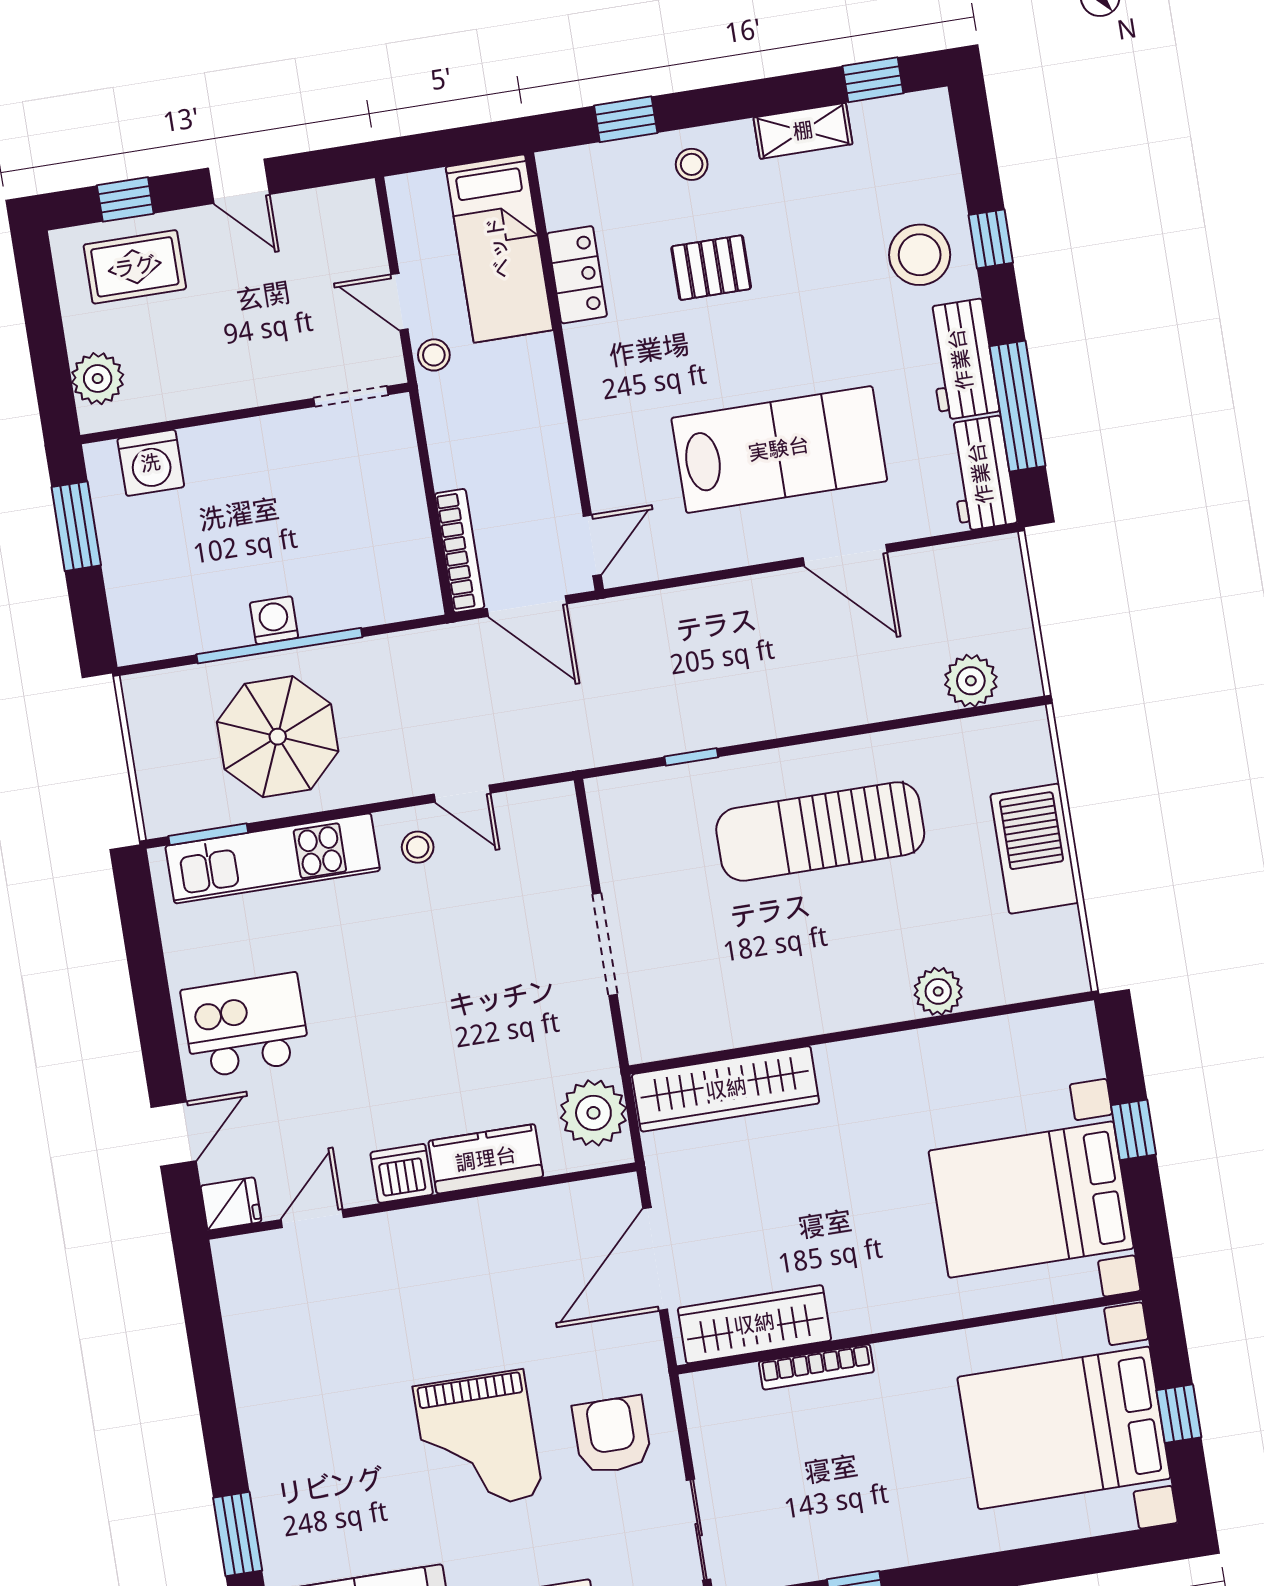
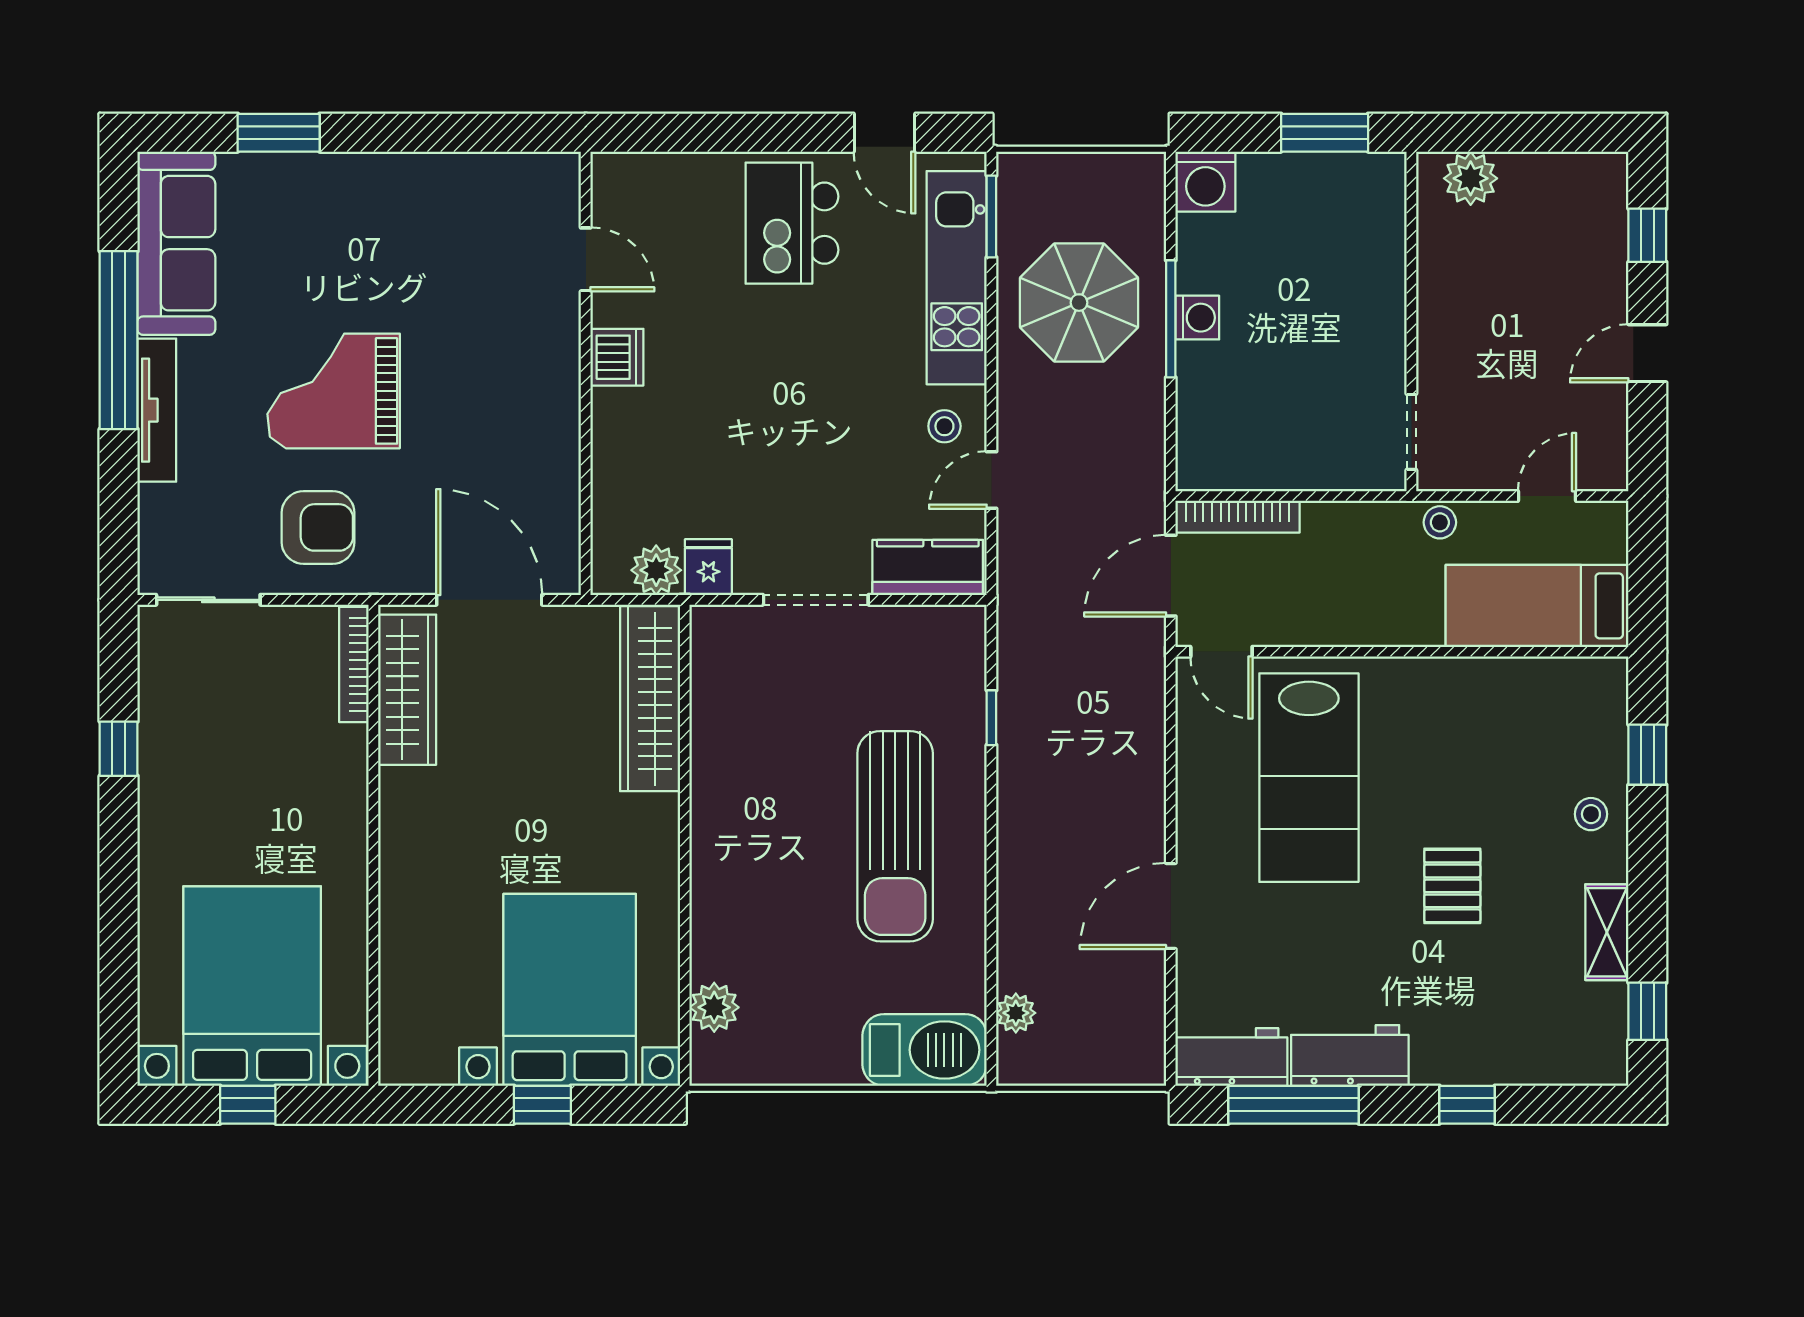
stool: (920, 255) -> (1463, 1030), removed
rug: (135, 267) -> (1578, 234), removed
pallet: (711, 268) -> (1452, 886), moved
locker: (577, 275) -> (1498, 680), removed
door: (399, 302) -> (1547, 496), moved
lab bench: (779, 449) -> (1309, 778), moved
washing machine: (151, 463) -> (1205, 182), moved, turned -90
window: (279, 646) -> (1171, 319), width x0.68
plant: (971, 681) -> (1016, 1013), width x0.73, depth x0.73
sun lounger: (820, 831) -> (895, 836), turned 180
barbecue: (1034, 849) -> (925, 1050), moved
plant: (938, 991) -> (714, 1007), moved
kitchen island: (245, 1025) -> (792, 223), turned 180
plant: (593, 1113) -> (656, 570), width x0.73, depth x0.73
door: (174, 1134) -> (884, 133), moved
kitchen counter: (486, 1159) -> (928, 567), moved, turned -90
bed with nightstands: (1031, 1200) -> (570, 990), moved
fridge: (231, 1204) -> (708, 567), moved, turned 180
bookcase: (816, 1367) -> (354, 664), moved

